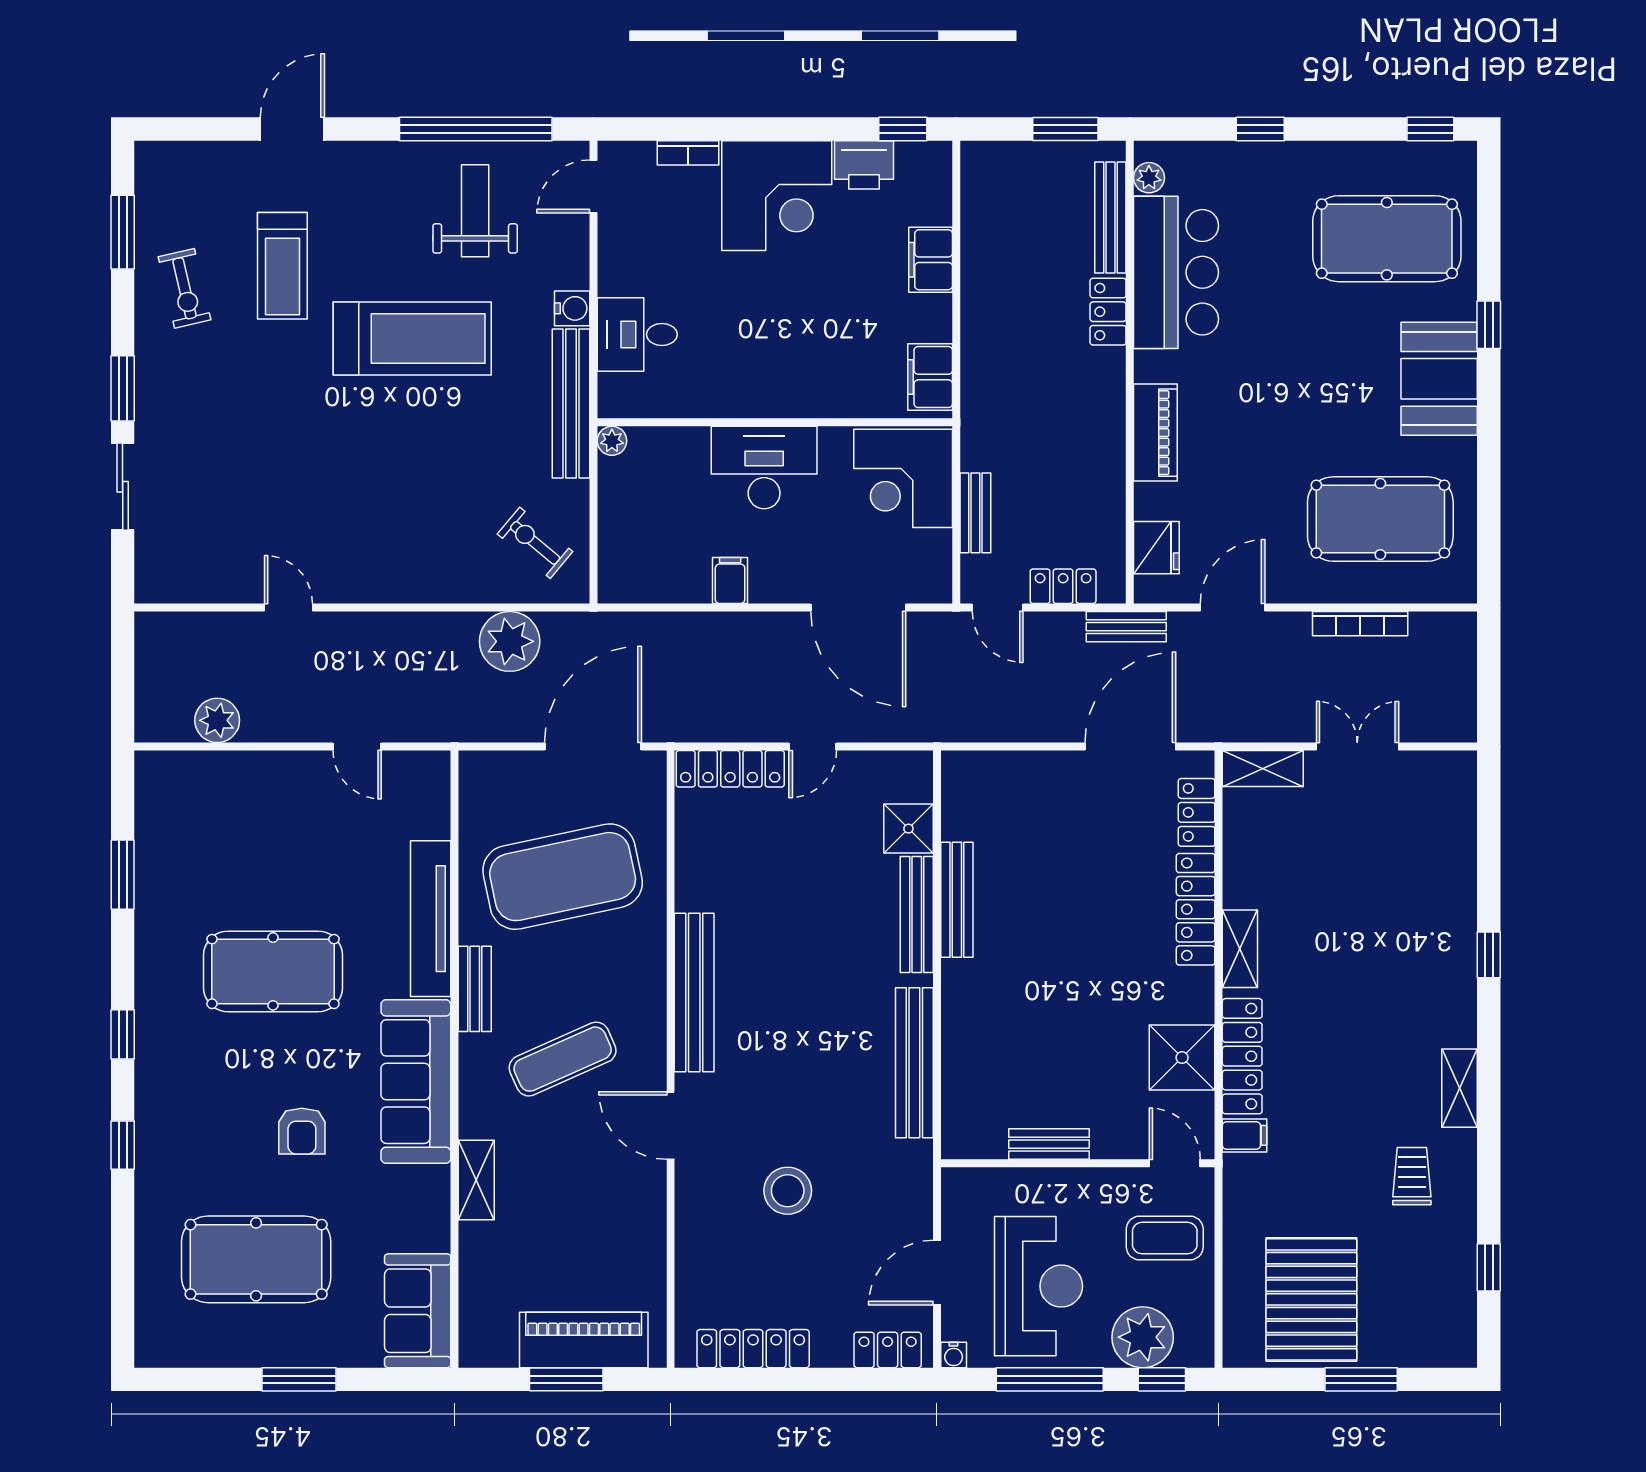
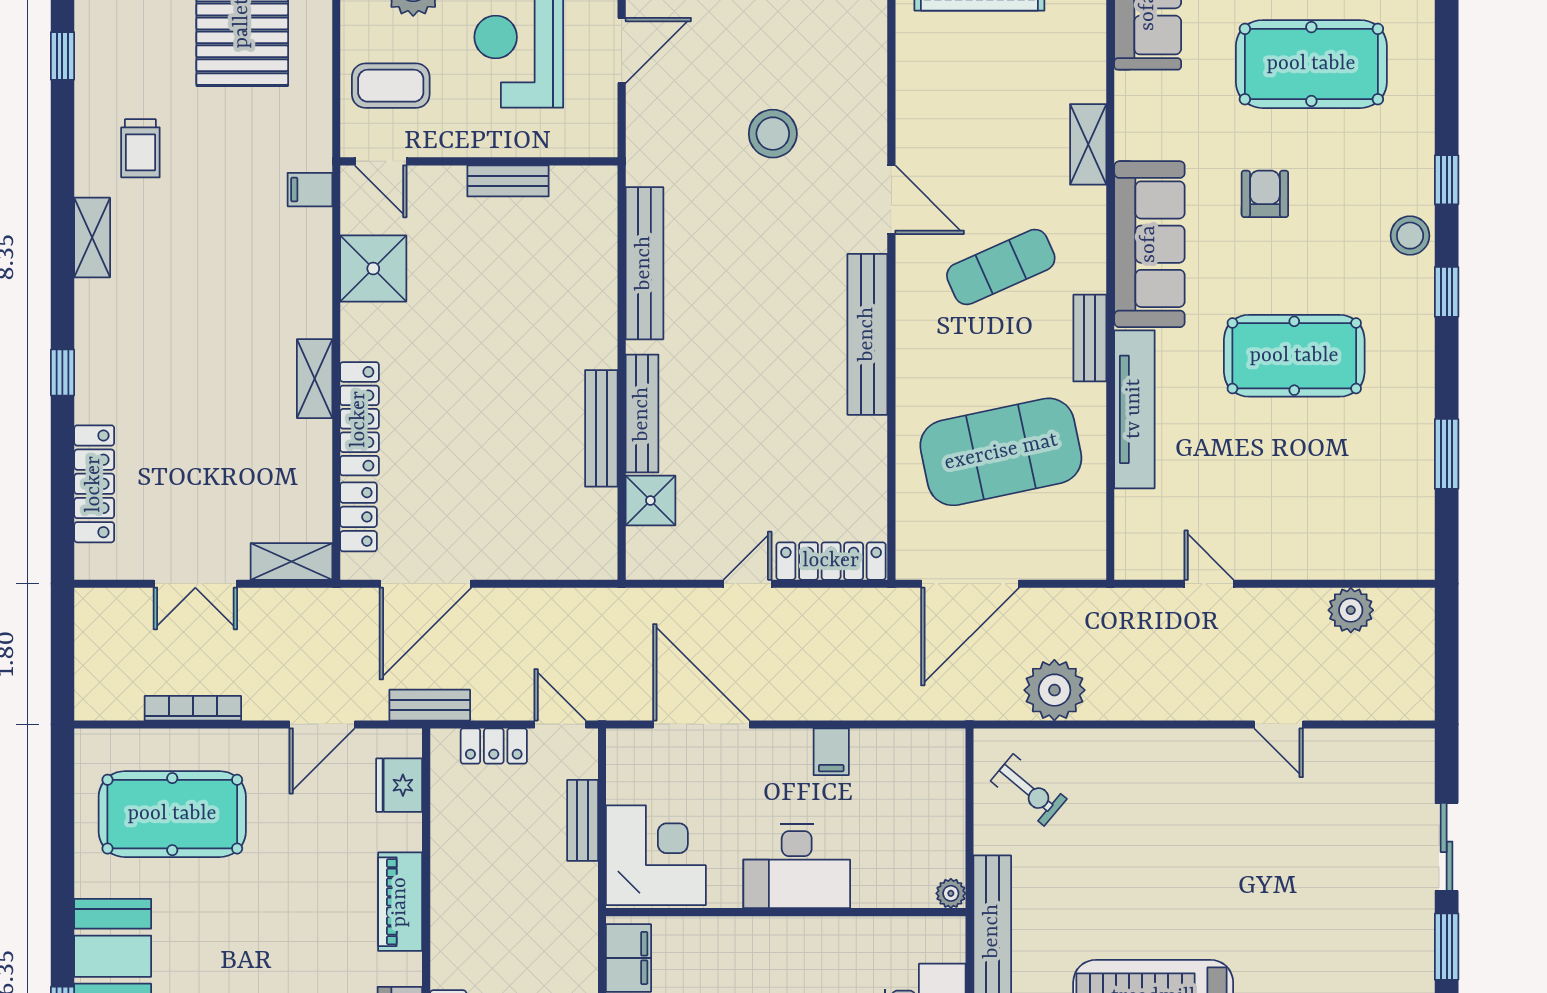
locker: (1242, 1056) -> (94, 484), moved, turned 180
stool: (159, 1090) -> (1410, 236), added

